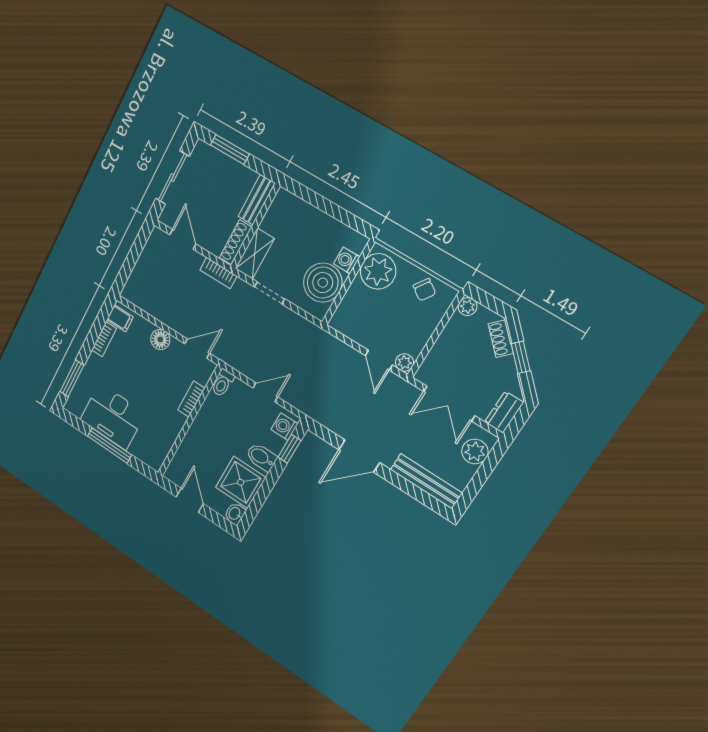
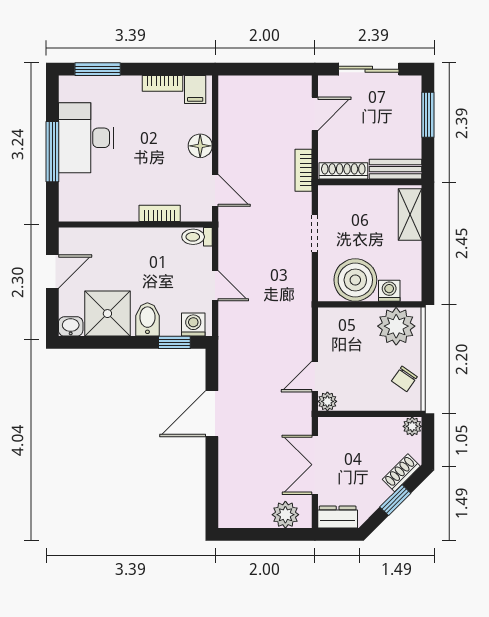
shelving: (255, 254) -> (410, 215), moved, turned 90
door: (359, 456) -> (212, 414), hinge flipped
bench: (426, 481) -> (229, 489), removed

